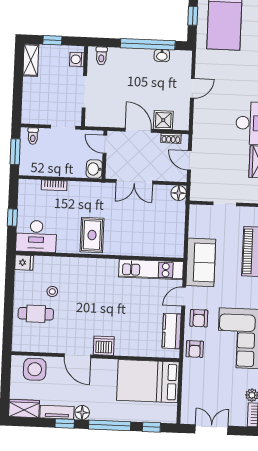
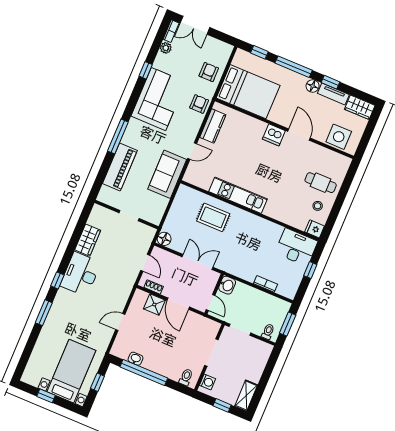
rug: (92, 235) -> (213, 217), moved, turned 90
kitchen unit: (151, 269) -> (238, 195), moved
stool: (52, 291) -> (318, 206), moved
armchair: (199, 318) -> (209, 72), moved
double door: (212, 430) -> (195, 25), moved

